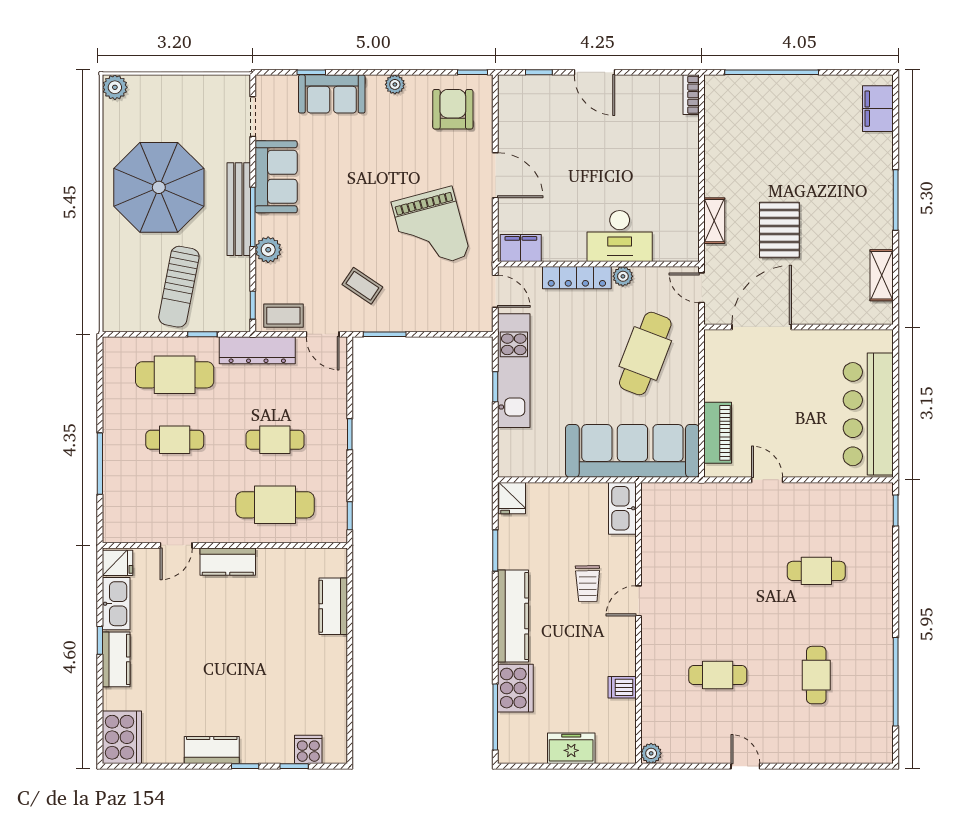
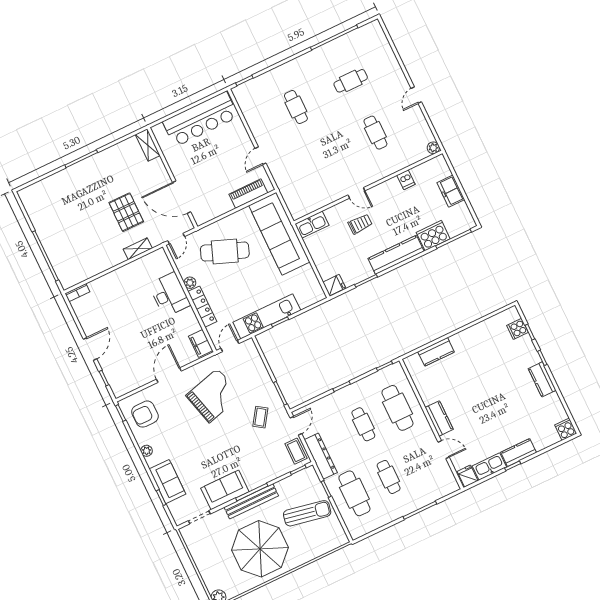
filing cabinet: (878, 109) -> (38, 191), removed
pallet: (779, 230) -> (126, 212), turned 90
plant: (268, 250) -> (265, 476), removed
shelving: (882, 275) -> (148, 145), moved, turned 90
cooker: (122, 737) -> (566, 429), width x0.53, depth x0.76

